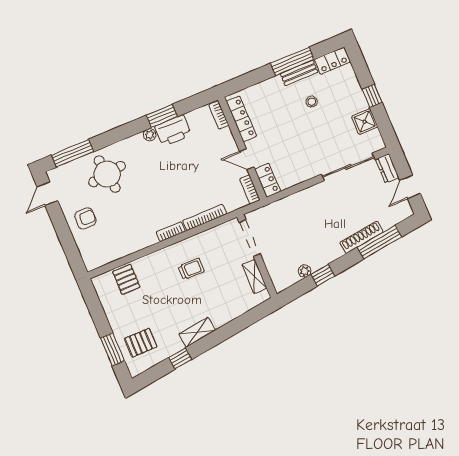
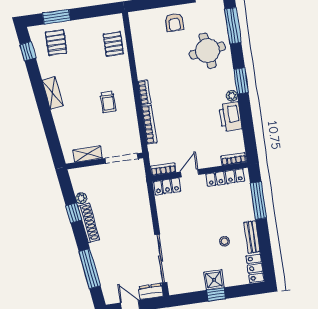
window: (292, 61) -> (258, 201), moved
window: (162, 116) -> (241, 81), moved
shower: (365, 122) -> (214, 280), moved
shoe rack: (362, 237) -> (89, 223), moved
pallet: (126, 279) -> (113, 44), turned 90
window: (180, 358) -> (28, 51), moved

